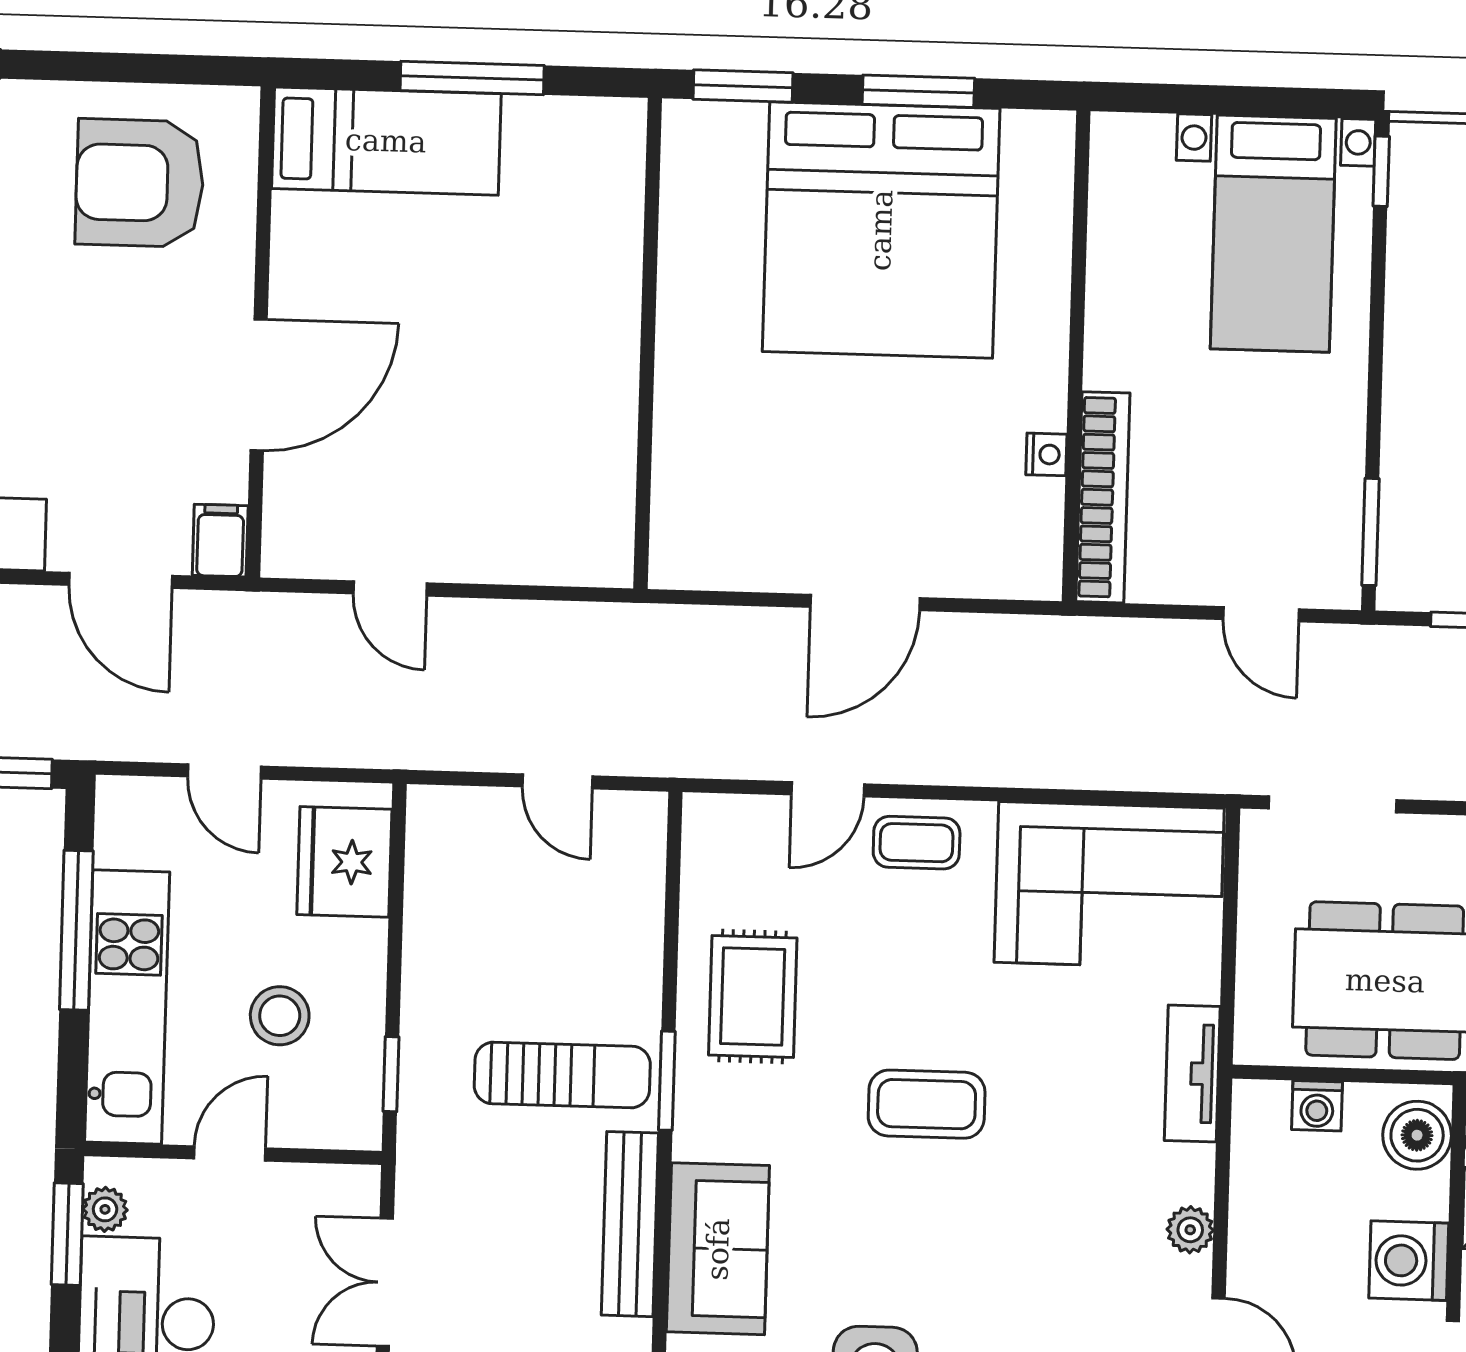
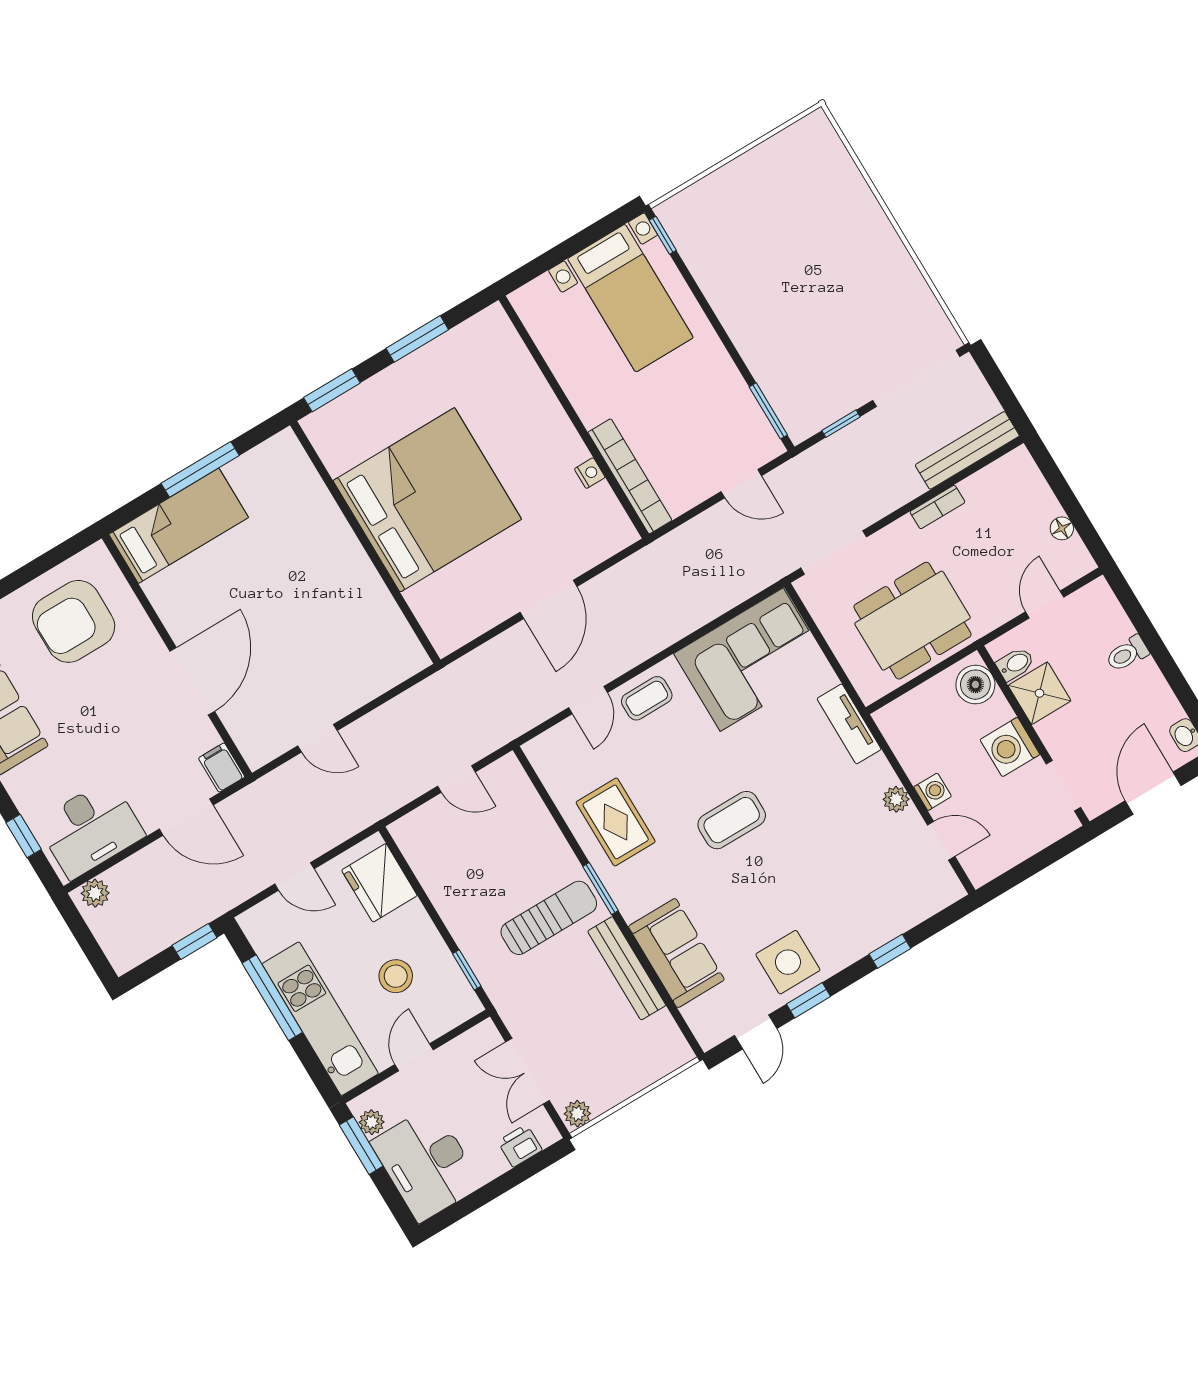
bed: (881, 230) -> (427, 500), moved, turned -90
washing machine: (1317, 1106) -> (933, 792), moved, turned -90

